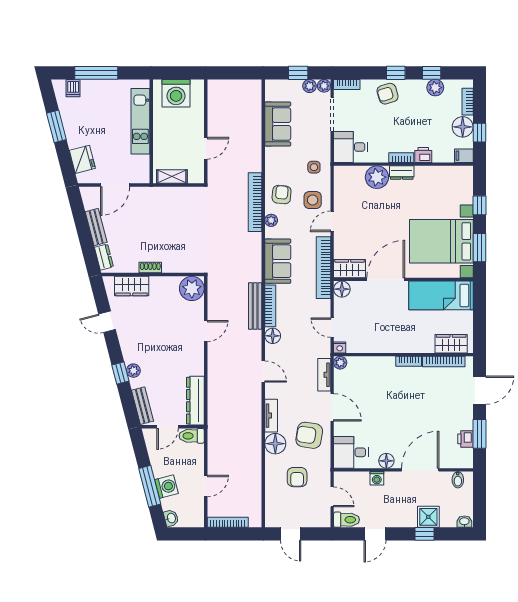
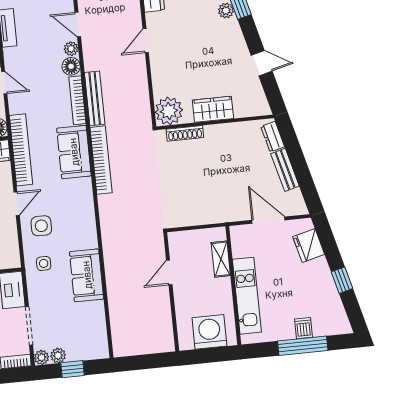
dishwasher: (73, 88) -> (304, 328), moved
sofa: (278, 124) -> (87, 275), moved
window: (56, 126) -> (342, 280), width x0.67
shelving: (172, 176) -> (221, 259), moved, turned 90
door: (115, 185) -> (268, 220), hinge flipped
armchair: (282, 195) -> (77, 228), removed
bookcase: (255, 202) -> (101, 160), moved
plant: (271, 220) -> (71, 49), moved
shoe rack: (150, 268) -> (185, 133), moved, width x1.43
wardrobe: (132, 286) -> (213, 109), moved
door: (206, 331) -> (146, 41), moved

